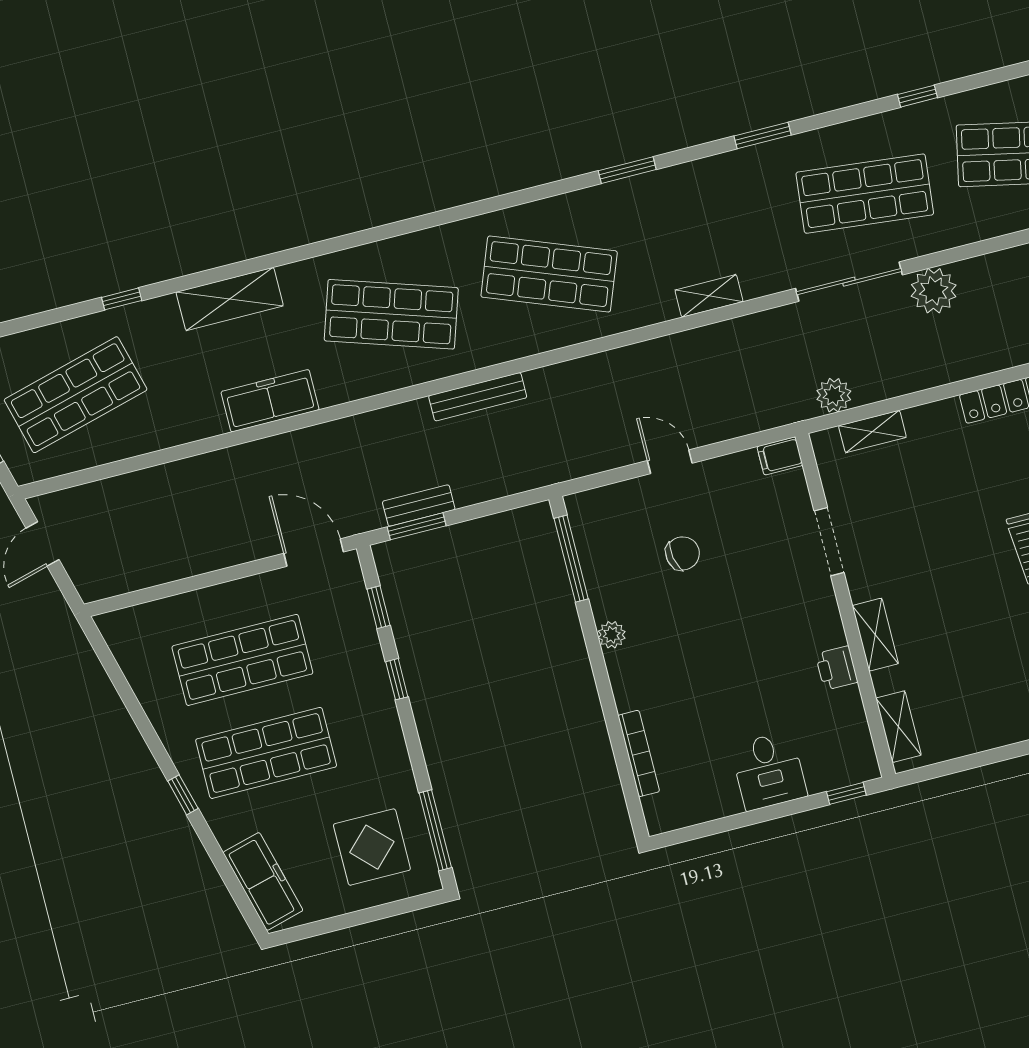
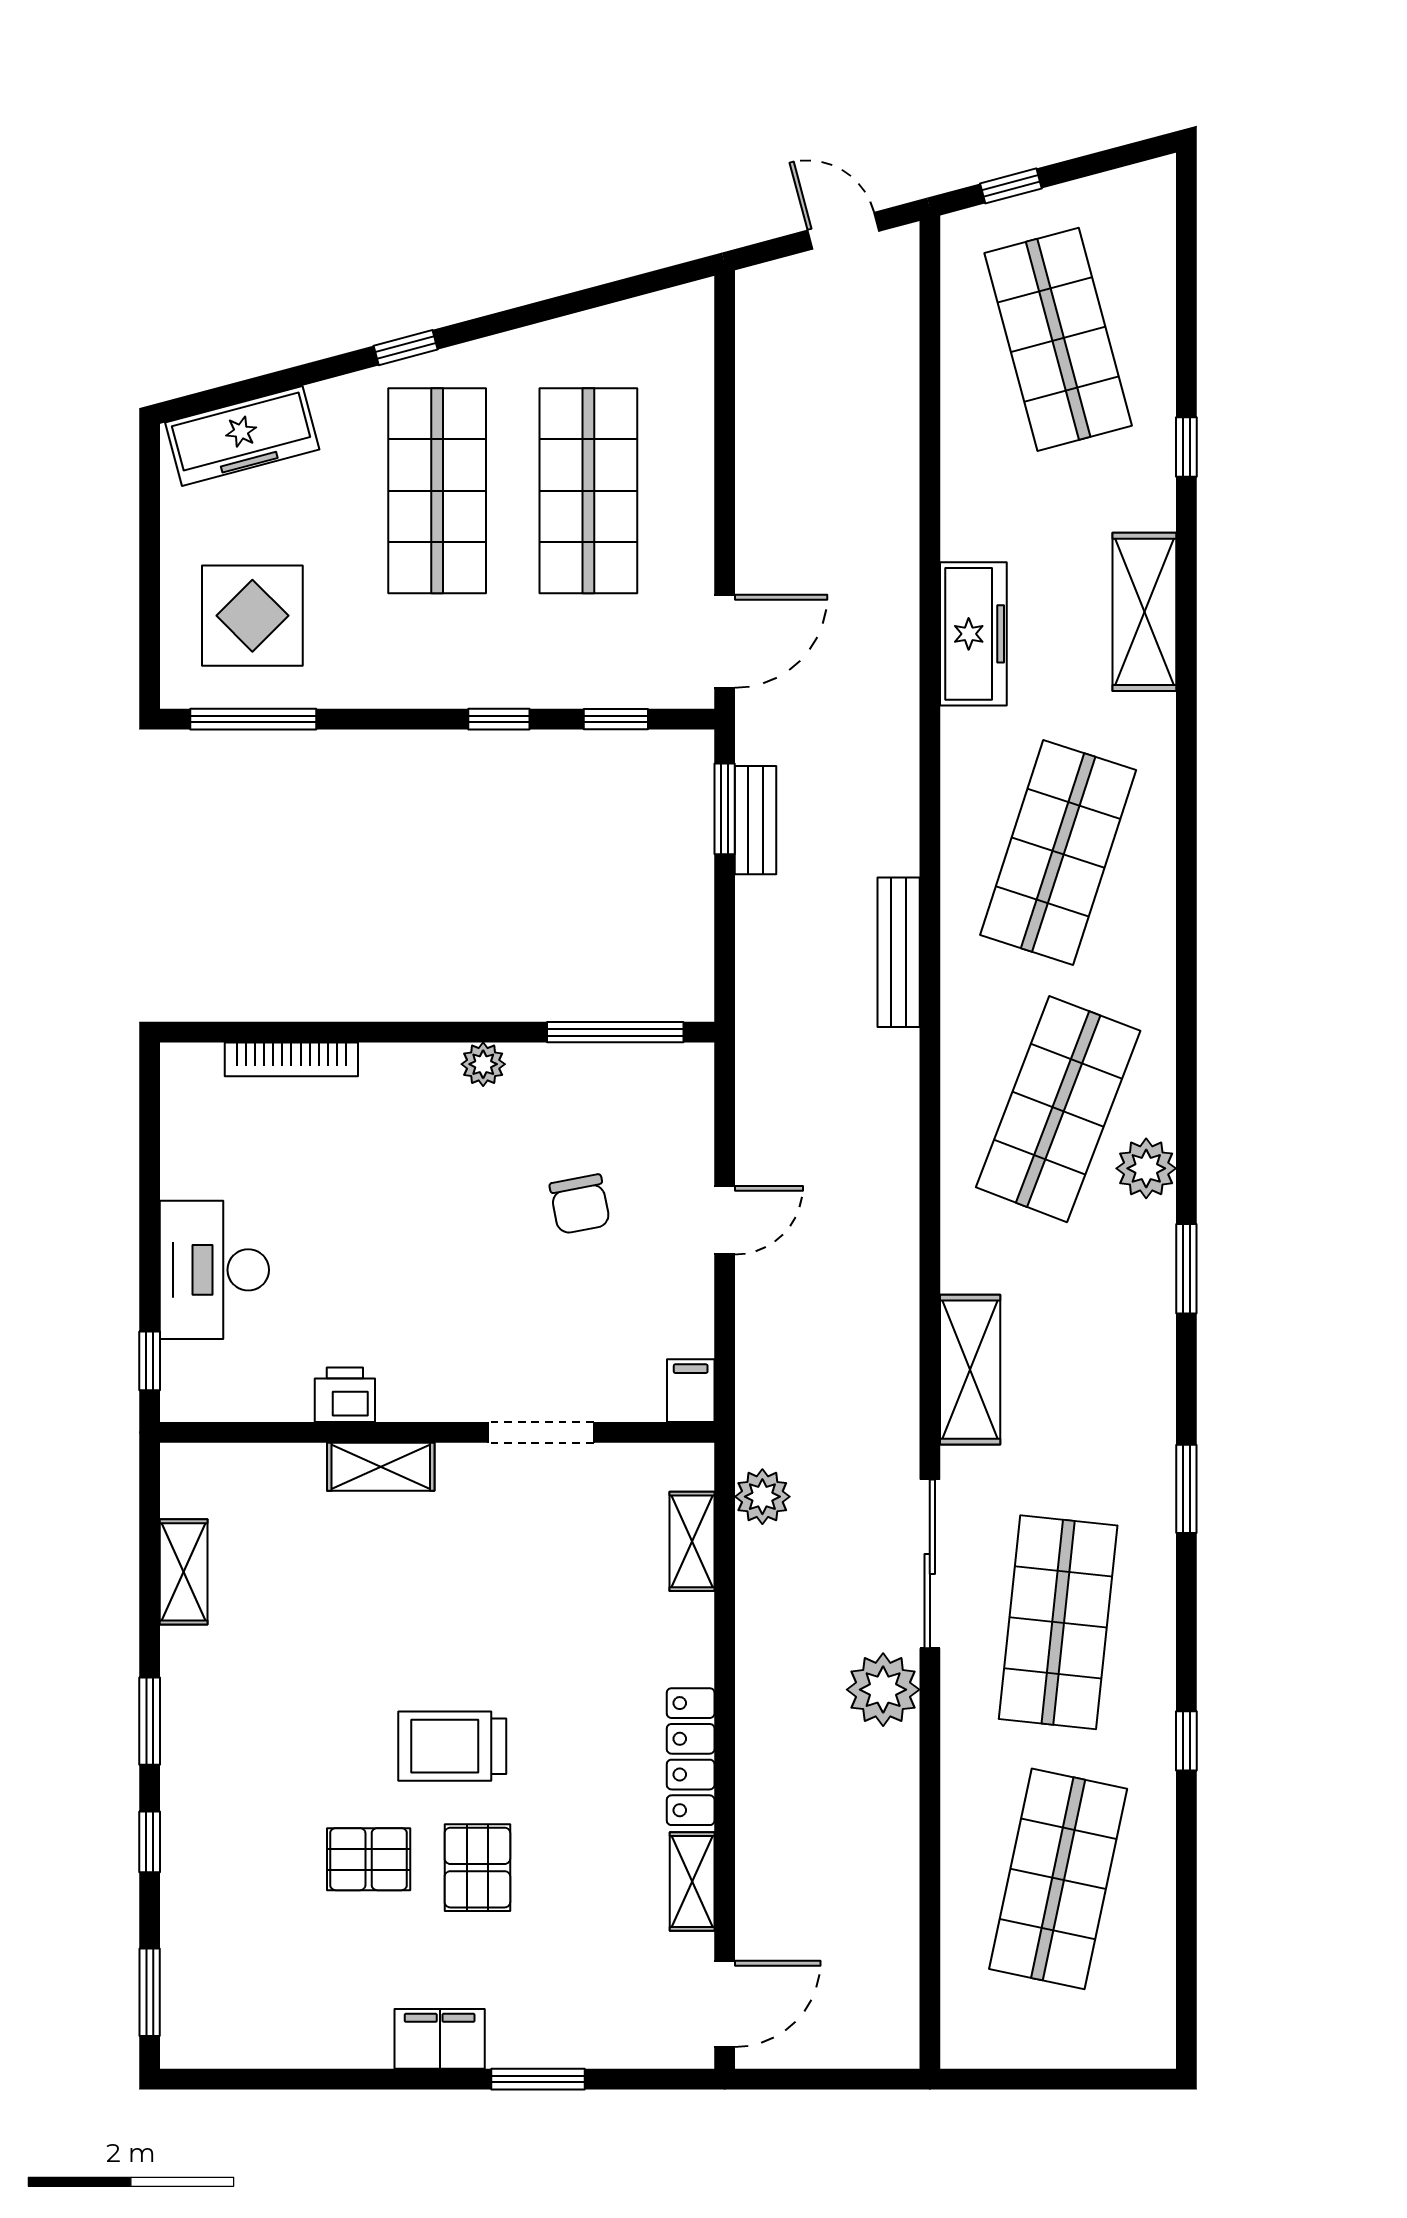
plant: (572, 211) -> (1146, 1168), added
shelving: (709, 296) -> (970, 1370), width x1.50, depth x1.33
shelving: (899, 727) -> (184, 1572), moved, turned 90
desk: (769, 771) -> (214, 1270), width x1.37

